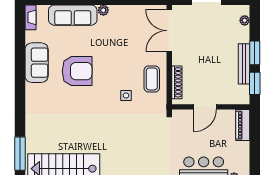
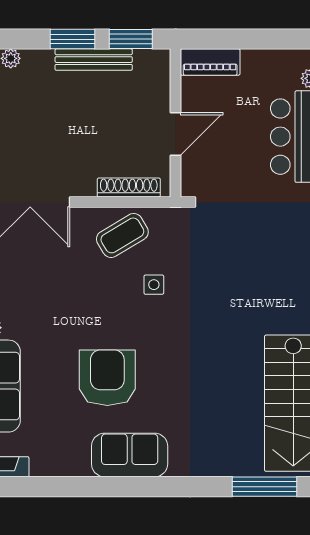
sofa: (37, 63) -> (130, 455), moved
coffee table: (152, 79) -> (122, 235), turned -31
door: (205, 107) -> (176, 134), hinge flipped

